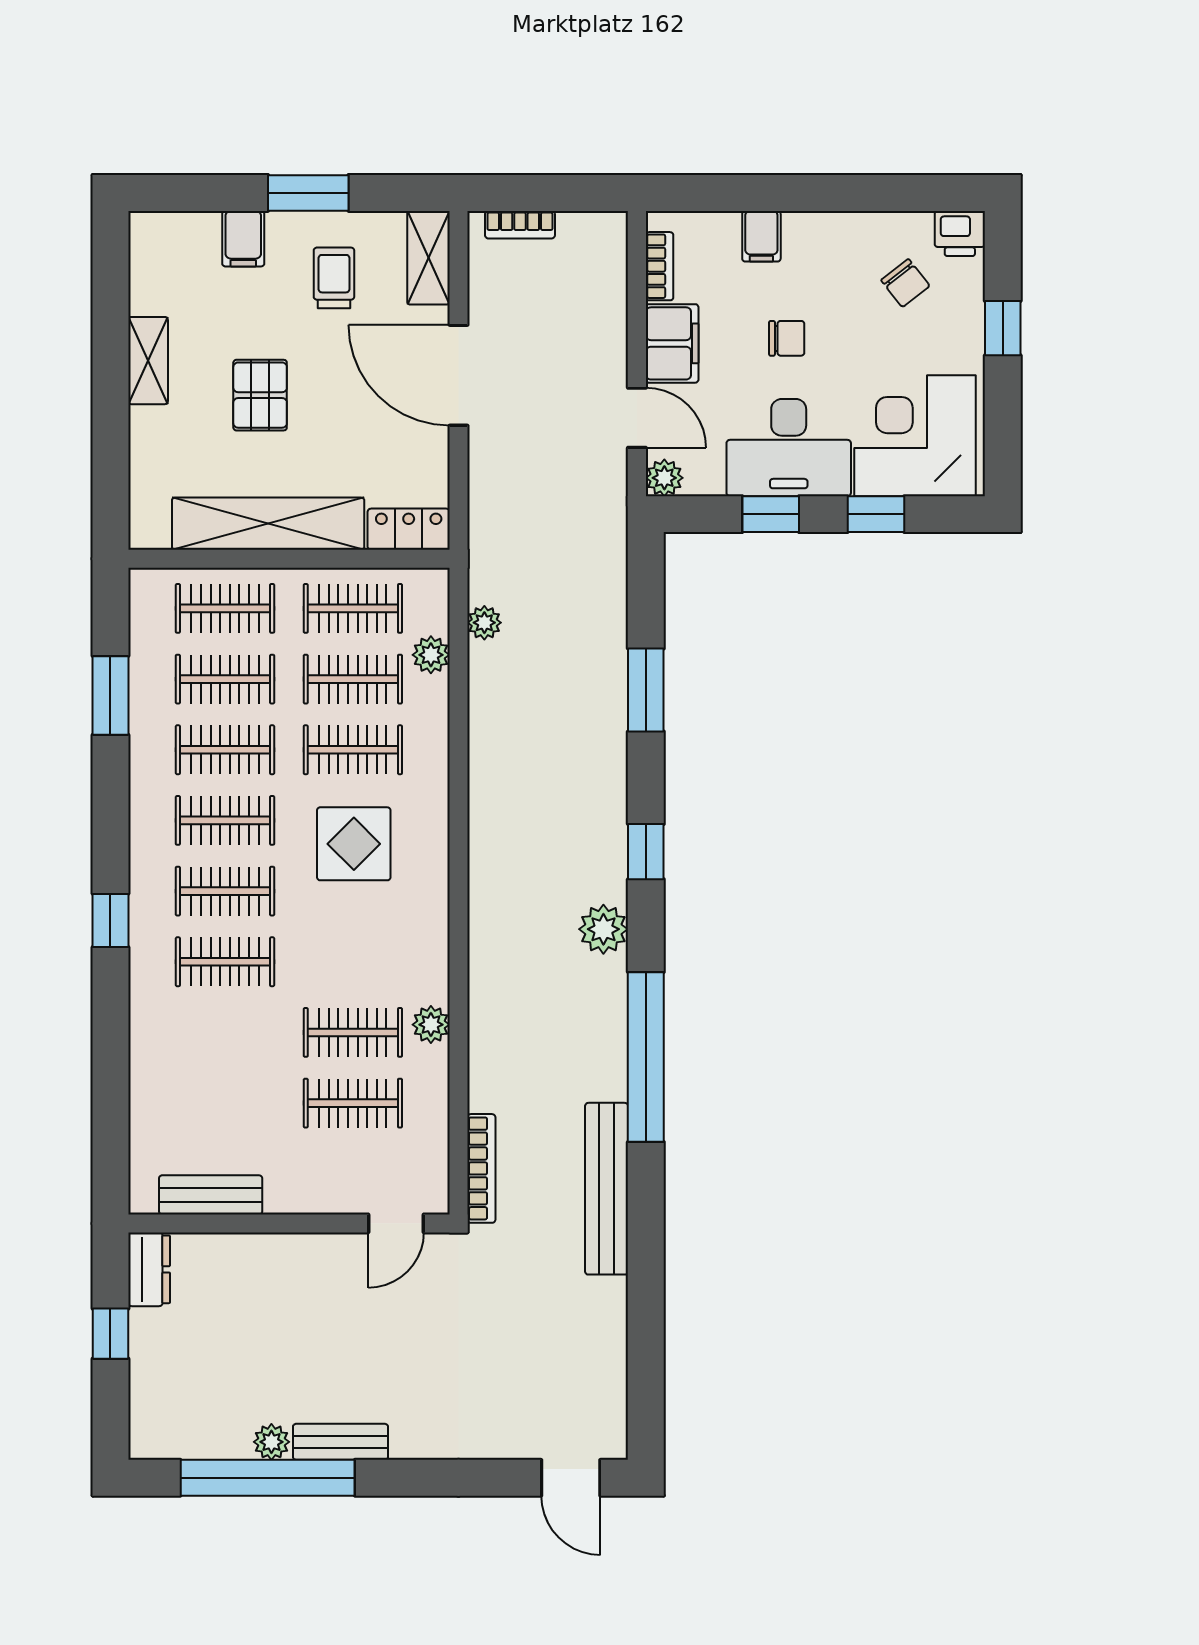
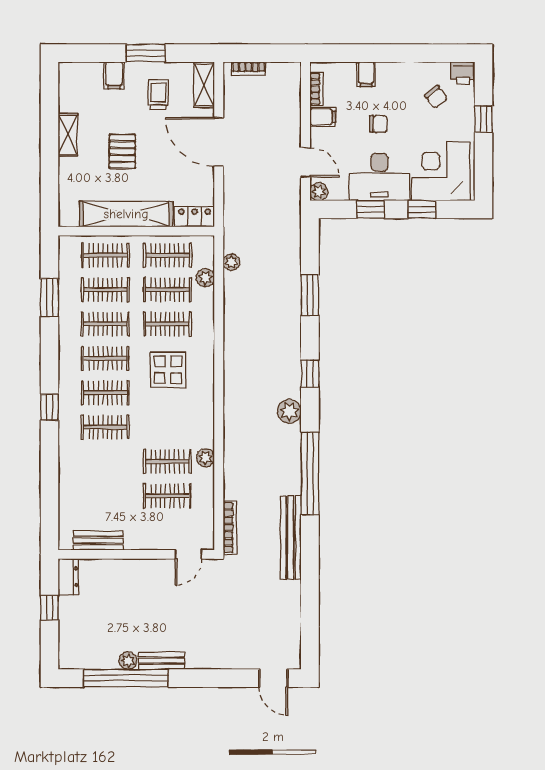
filing cabinet: (672, 343) -> (323, 117), width x0.50

